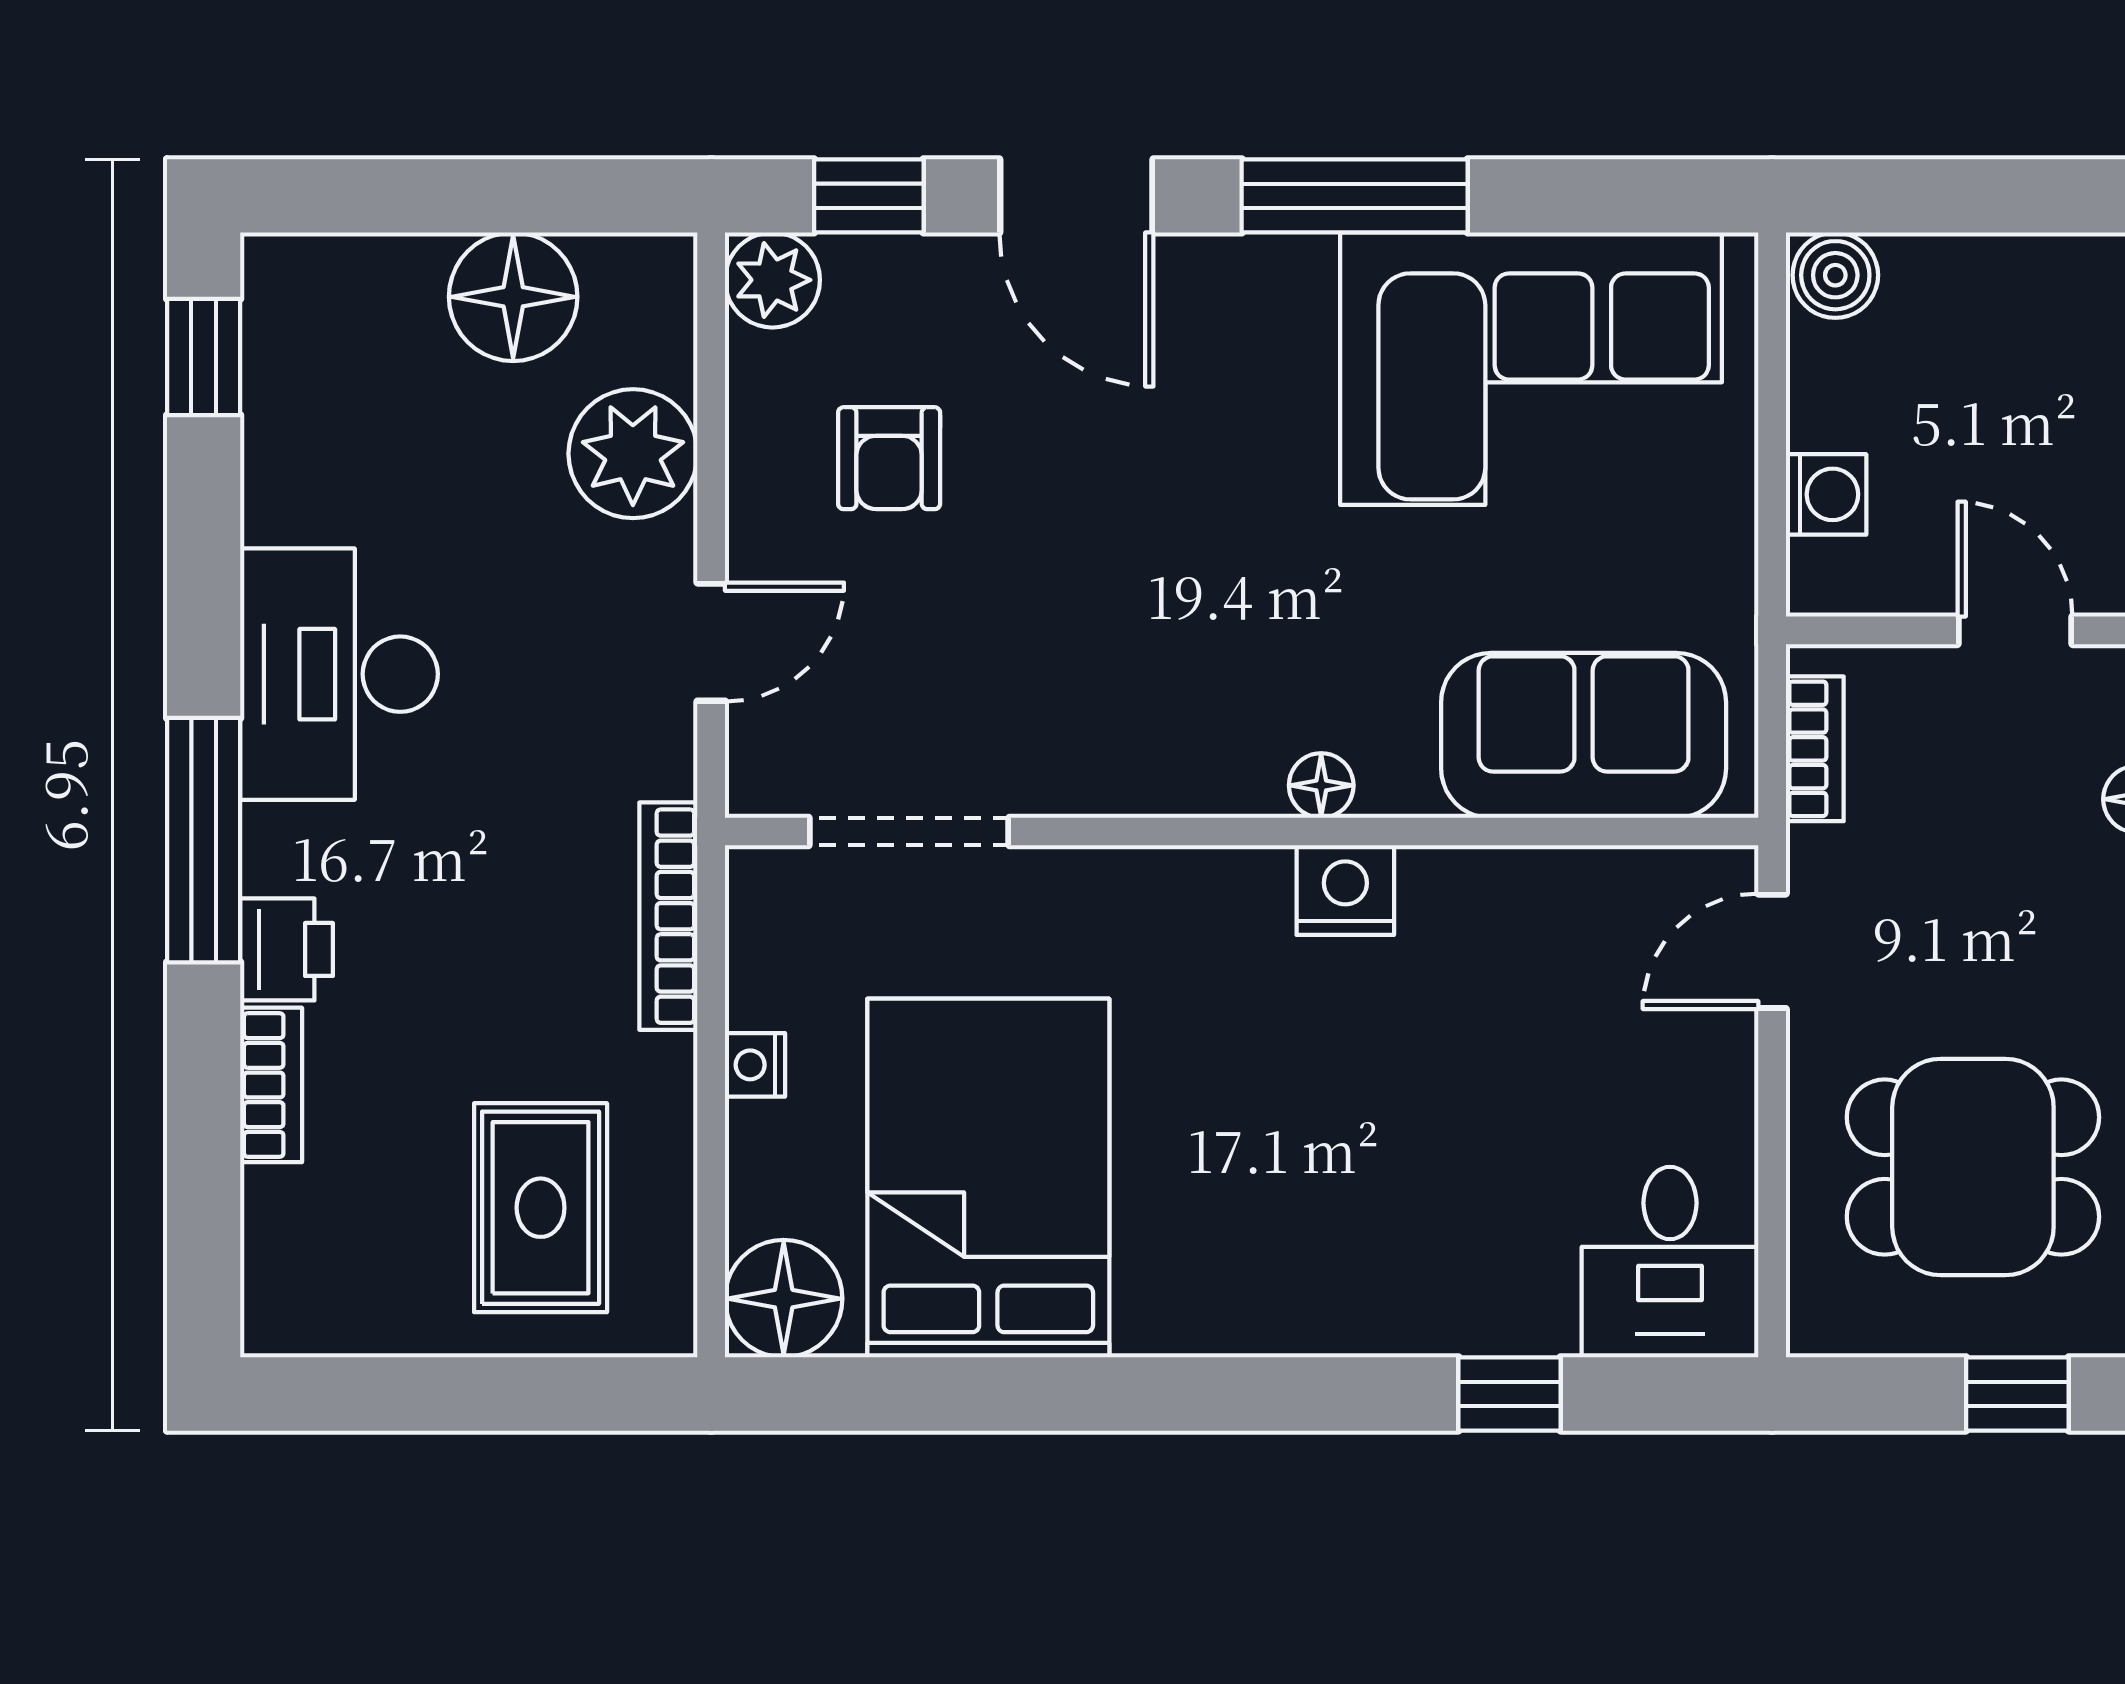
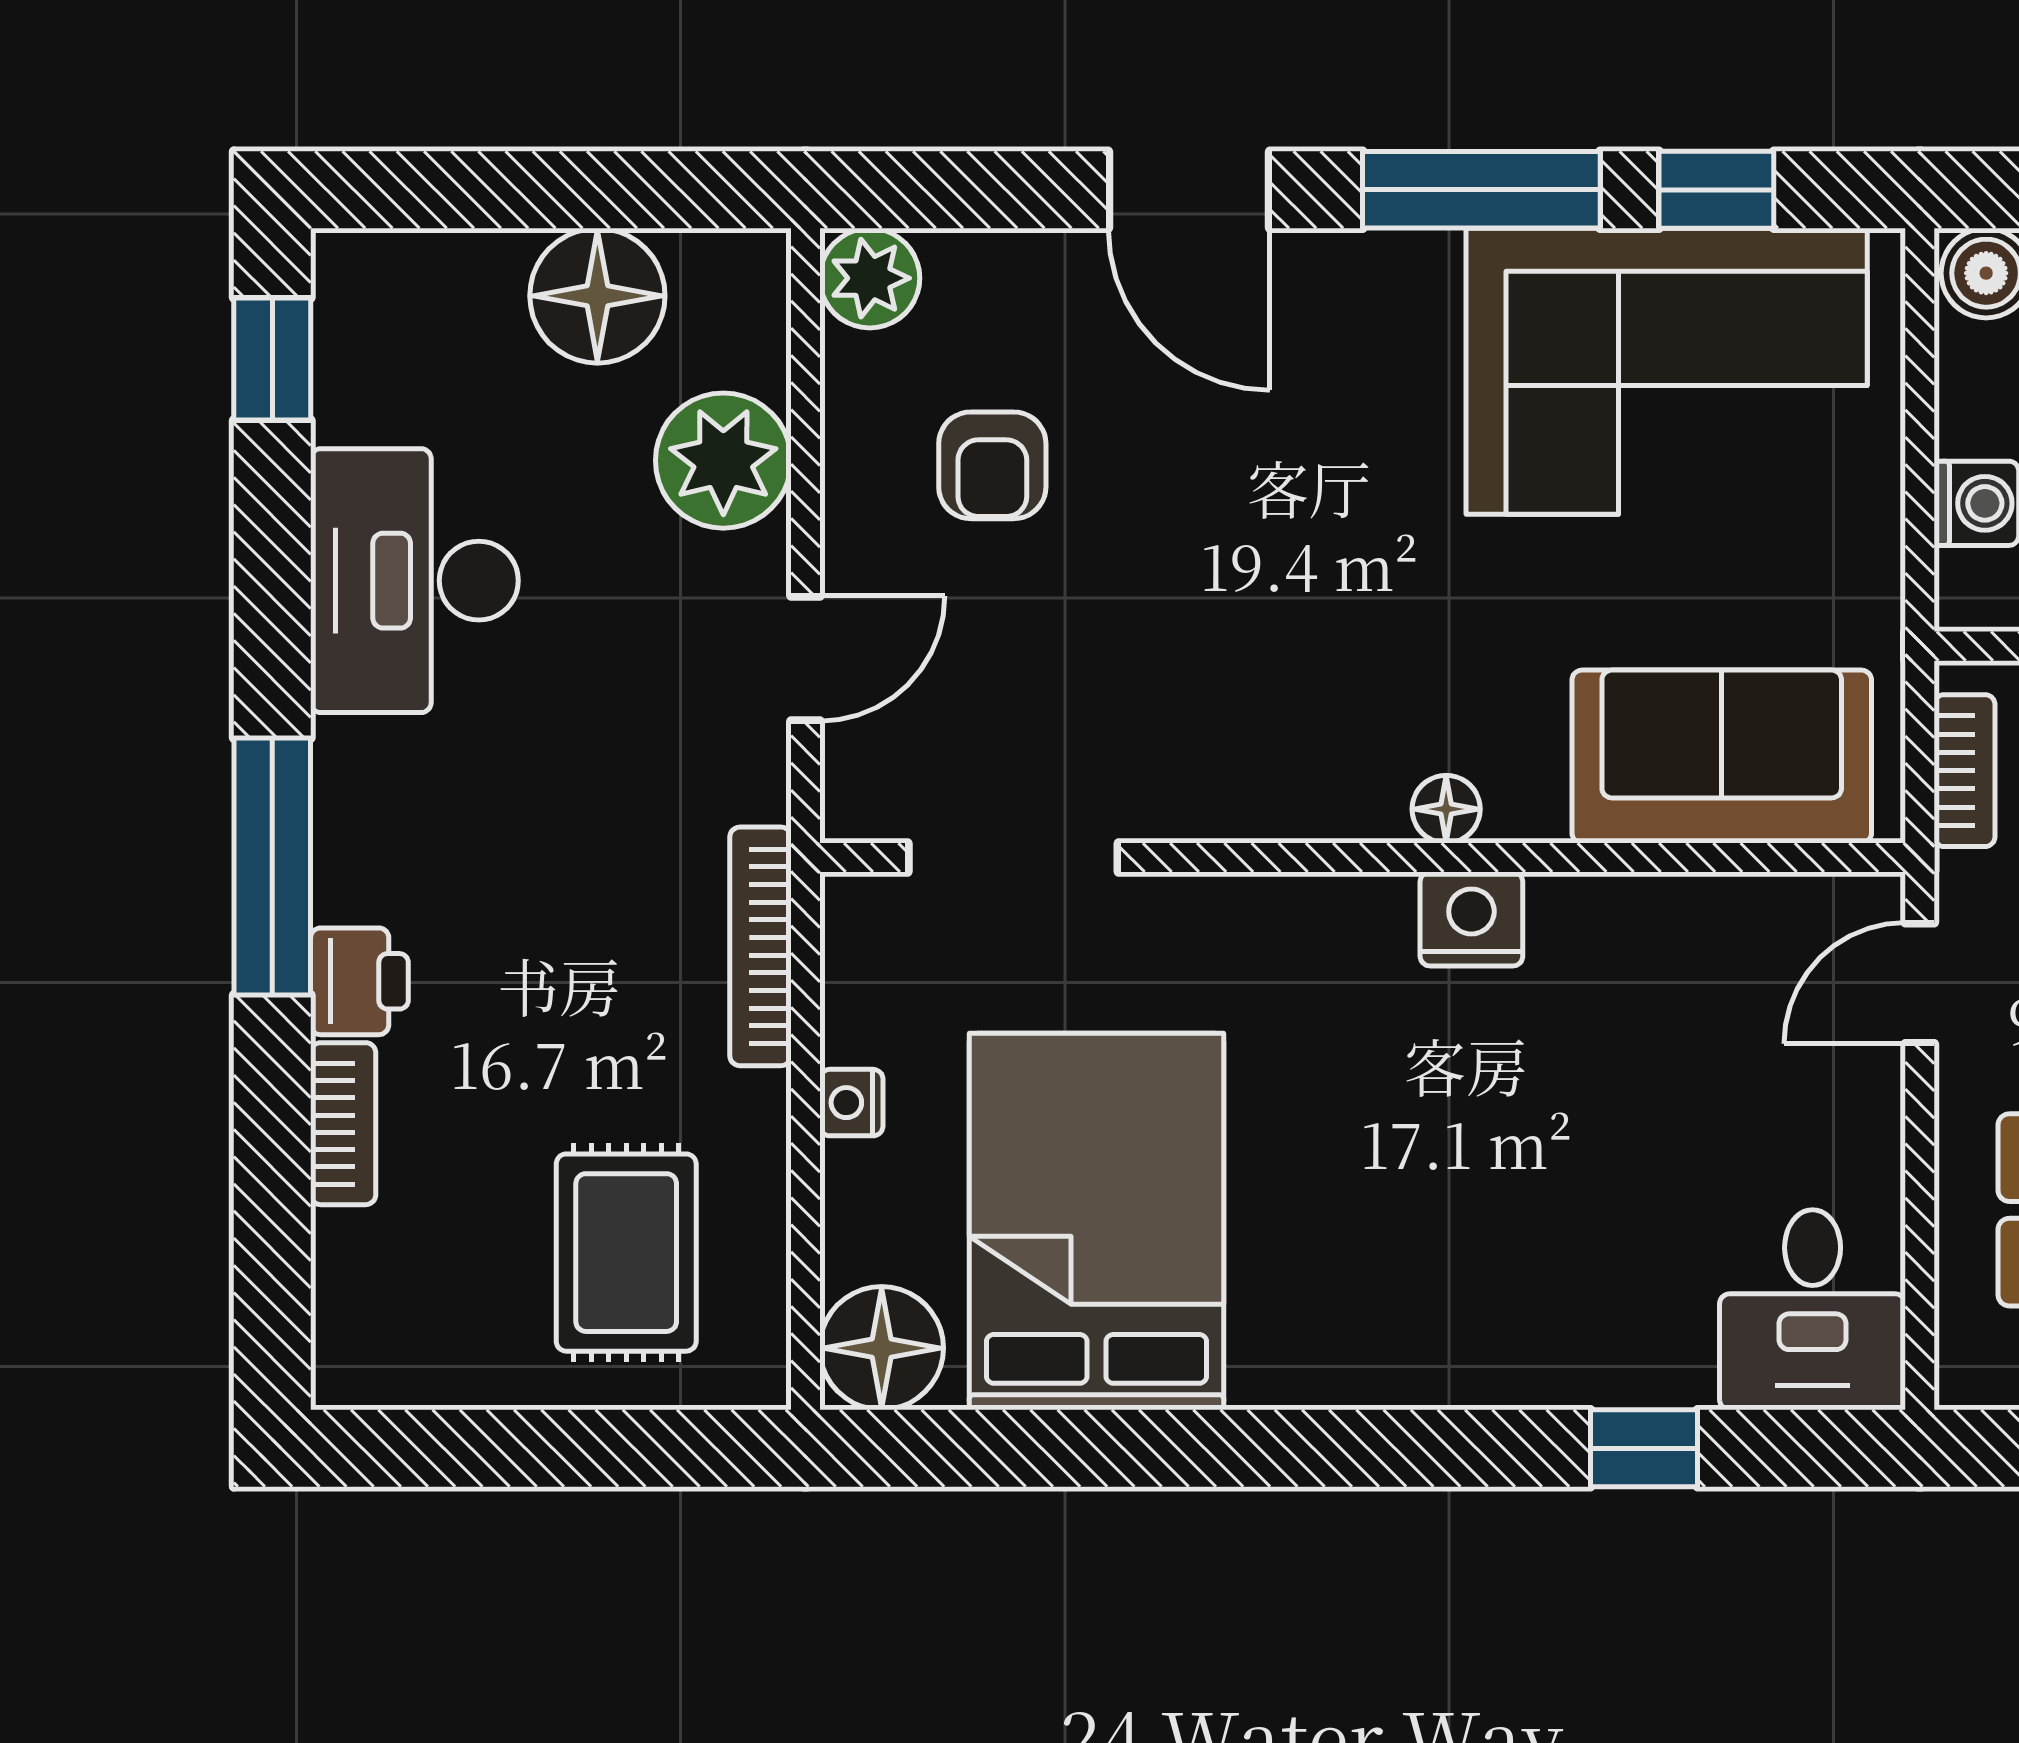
window: (869, 196) -> (1716, 190), moved
desk: (339, 674) -> (414, 581), moved

